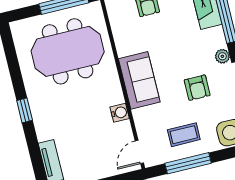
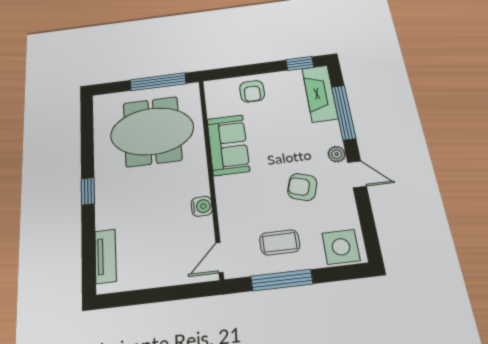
sofa: (139, 80) -> (228, 145), moved
armchair: (197, 88) -> (302, 187), turned 107

